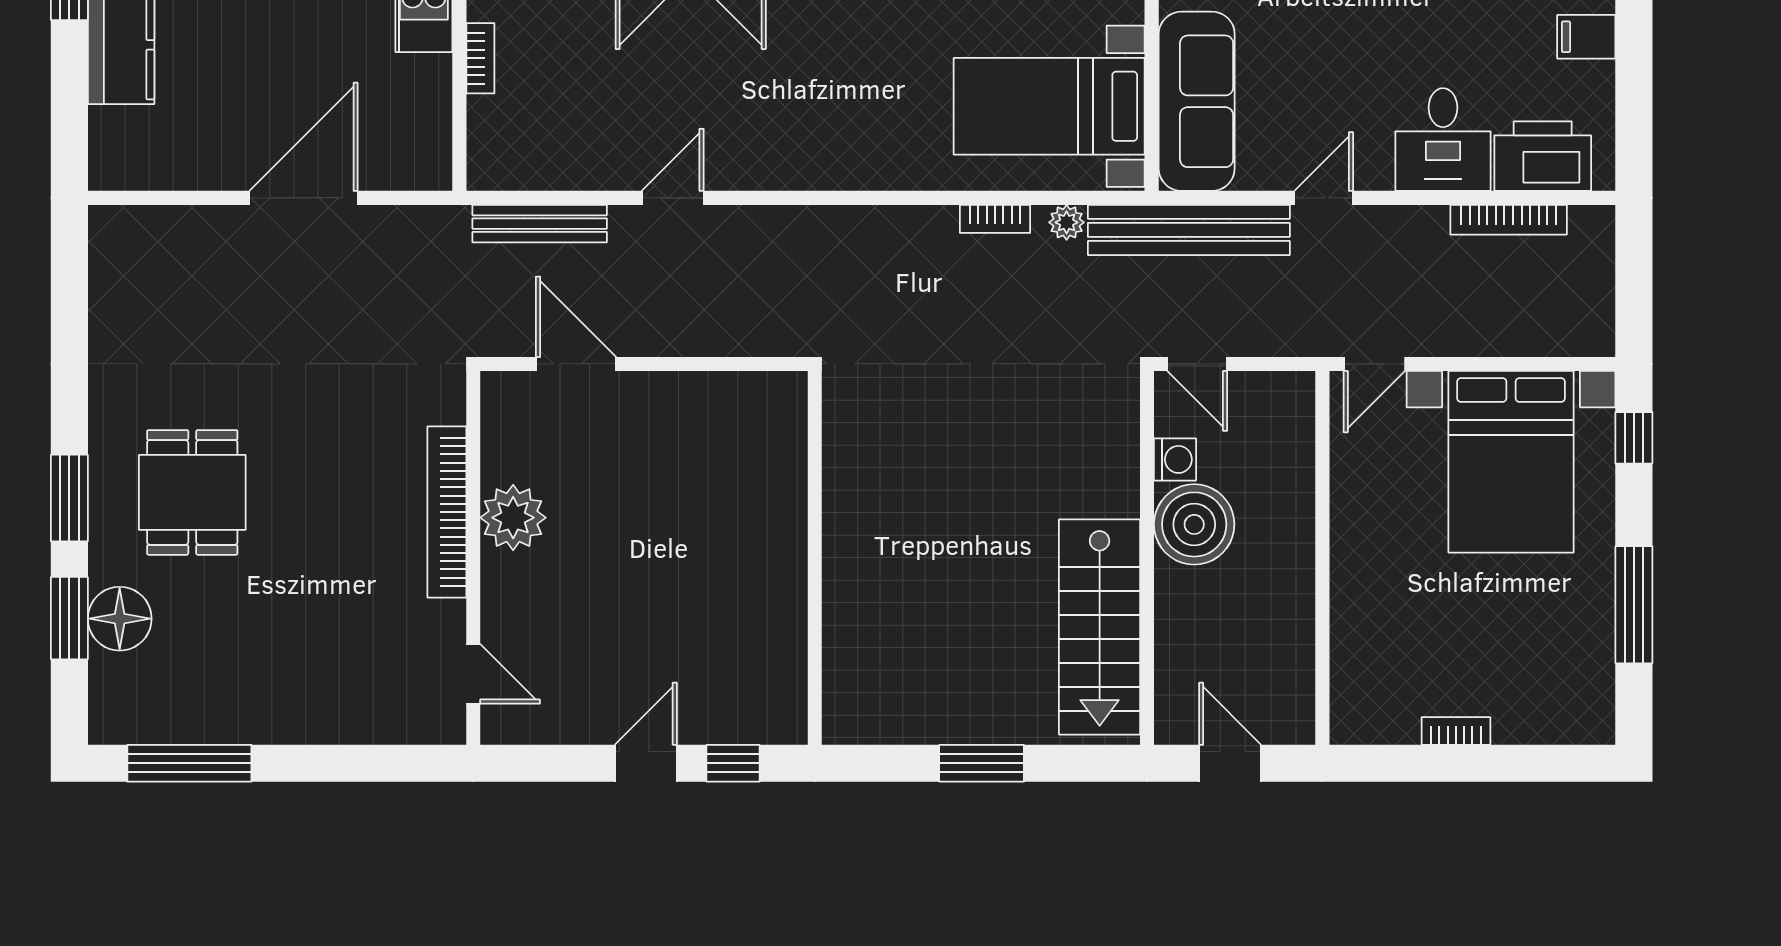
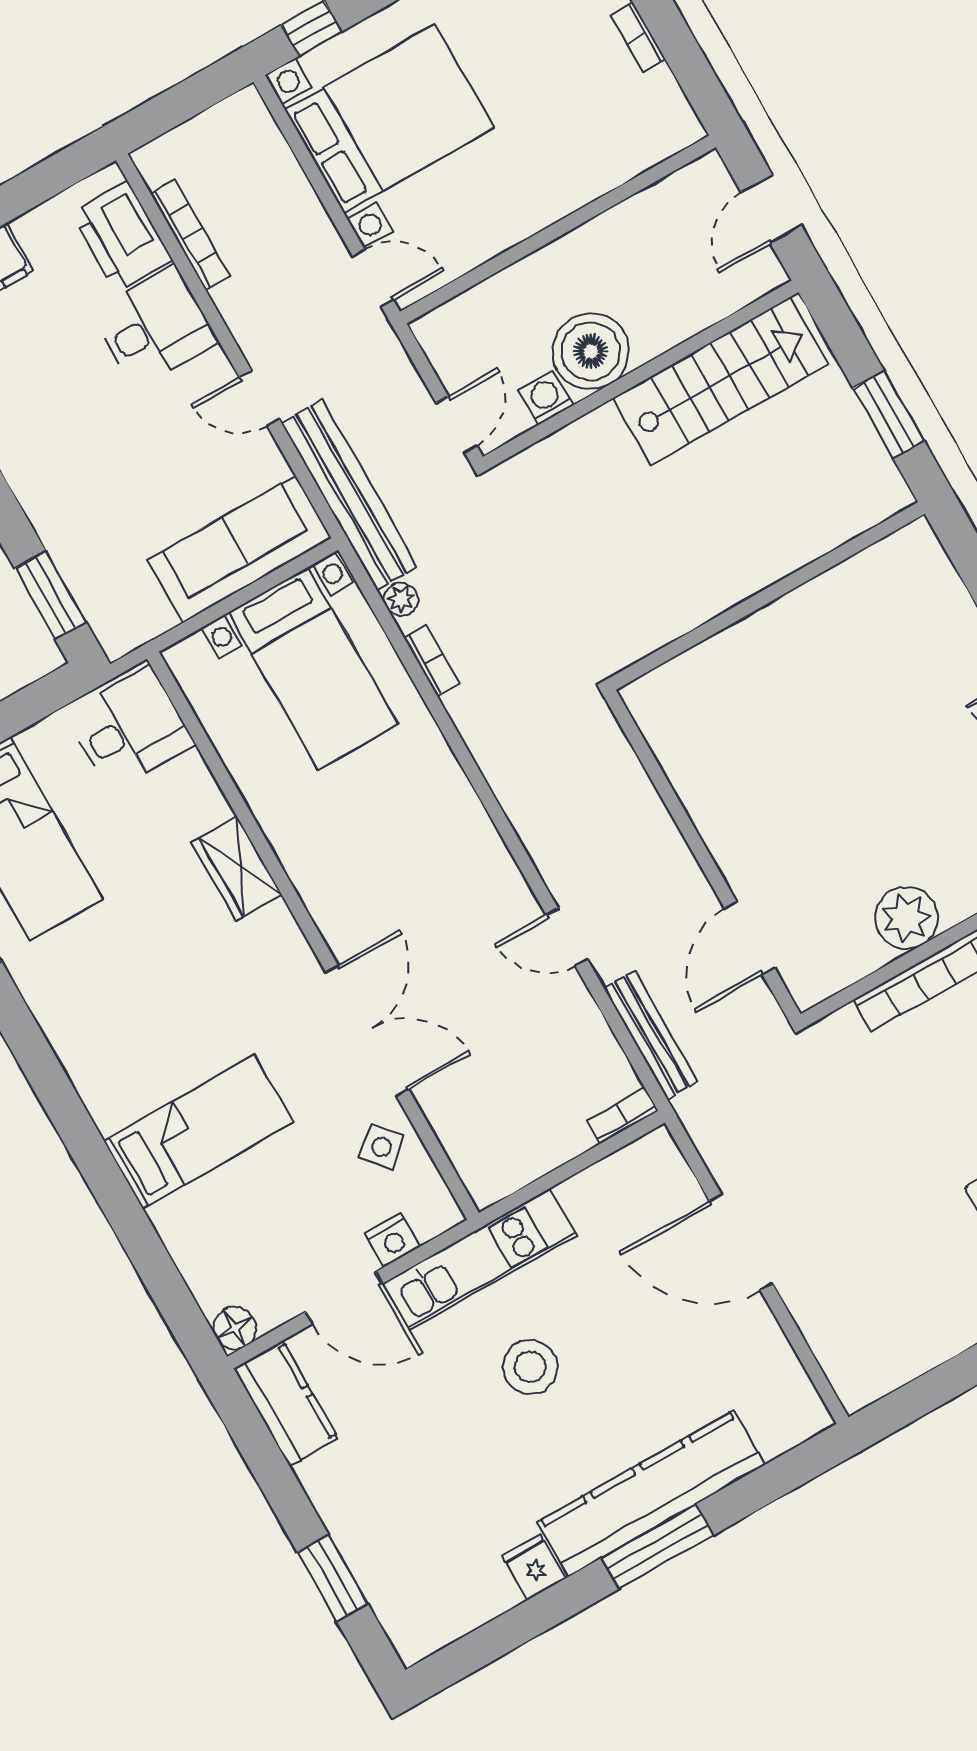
bookcase: (480, 58) -> (623, 1116), moved
wall: (815, 558) -> (767, 596), moved

